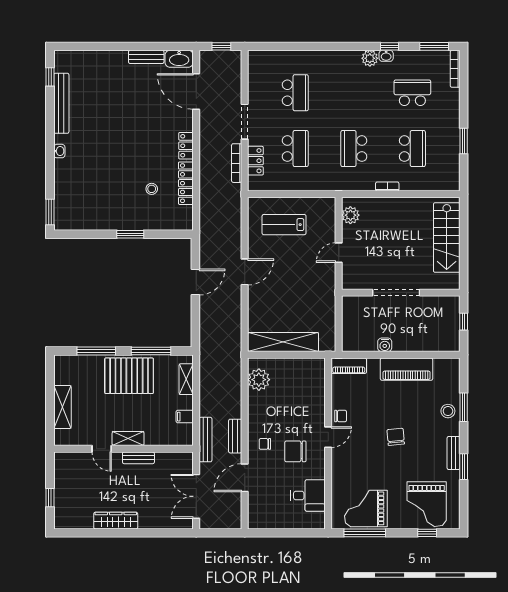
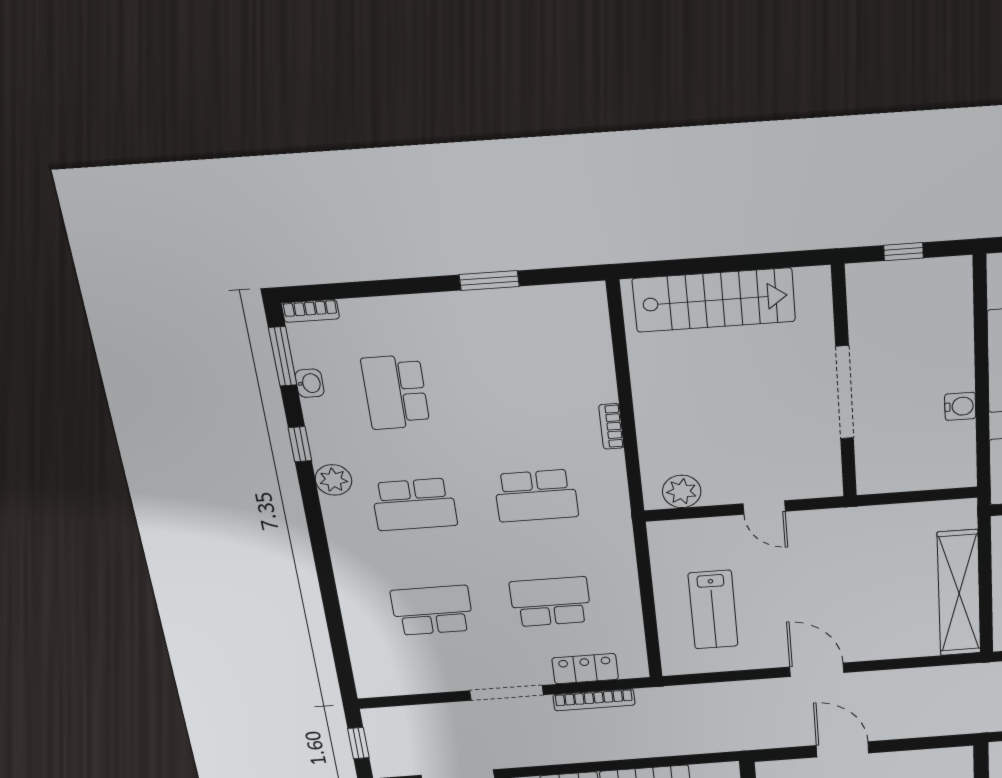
washbasin: (386, 56) -> (310, 383), moved
bookcase: (455, 69) -> (310, 311), width x0.64
school desk: (412, 149) -> (414, 504), moved, turned 180

